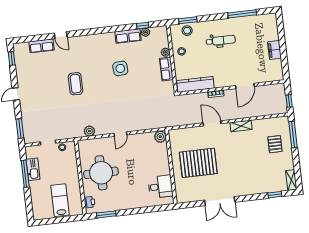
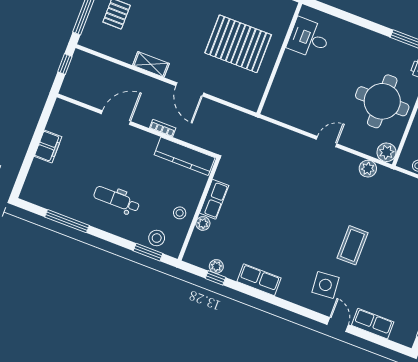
row of seats: (128, 36) -> (259, 280), moved
side table: (120, 68) -> (325, 285), moved
plant: (160, 137) -> (386, 152), moved

